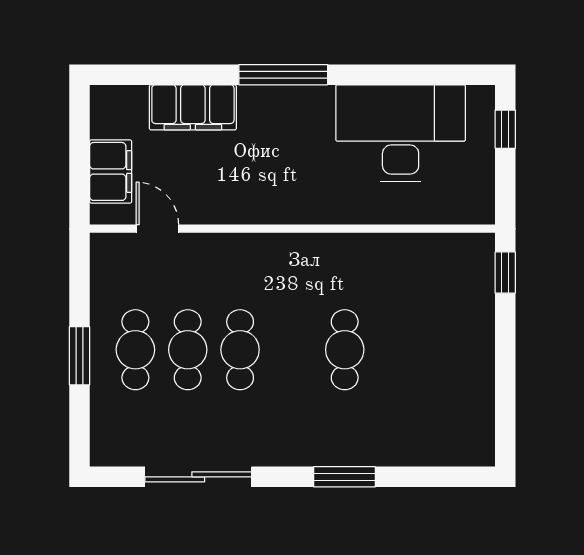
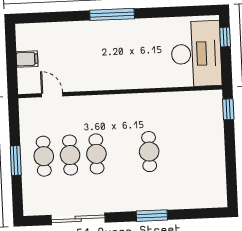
filing cabinet: (193, 107) -> (67, 33), removed
desk: (401, 133) -> (196, 54), moved, turned 90
filing cabinet: (111, 171) -> (27, 59), width x0.50

